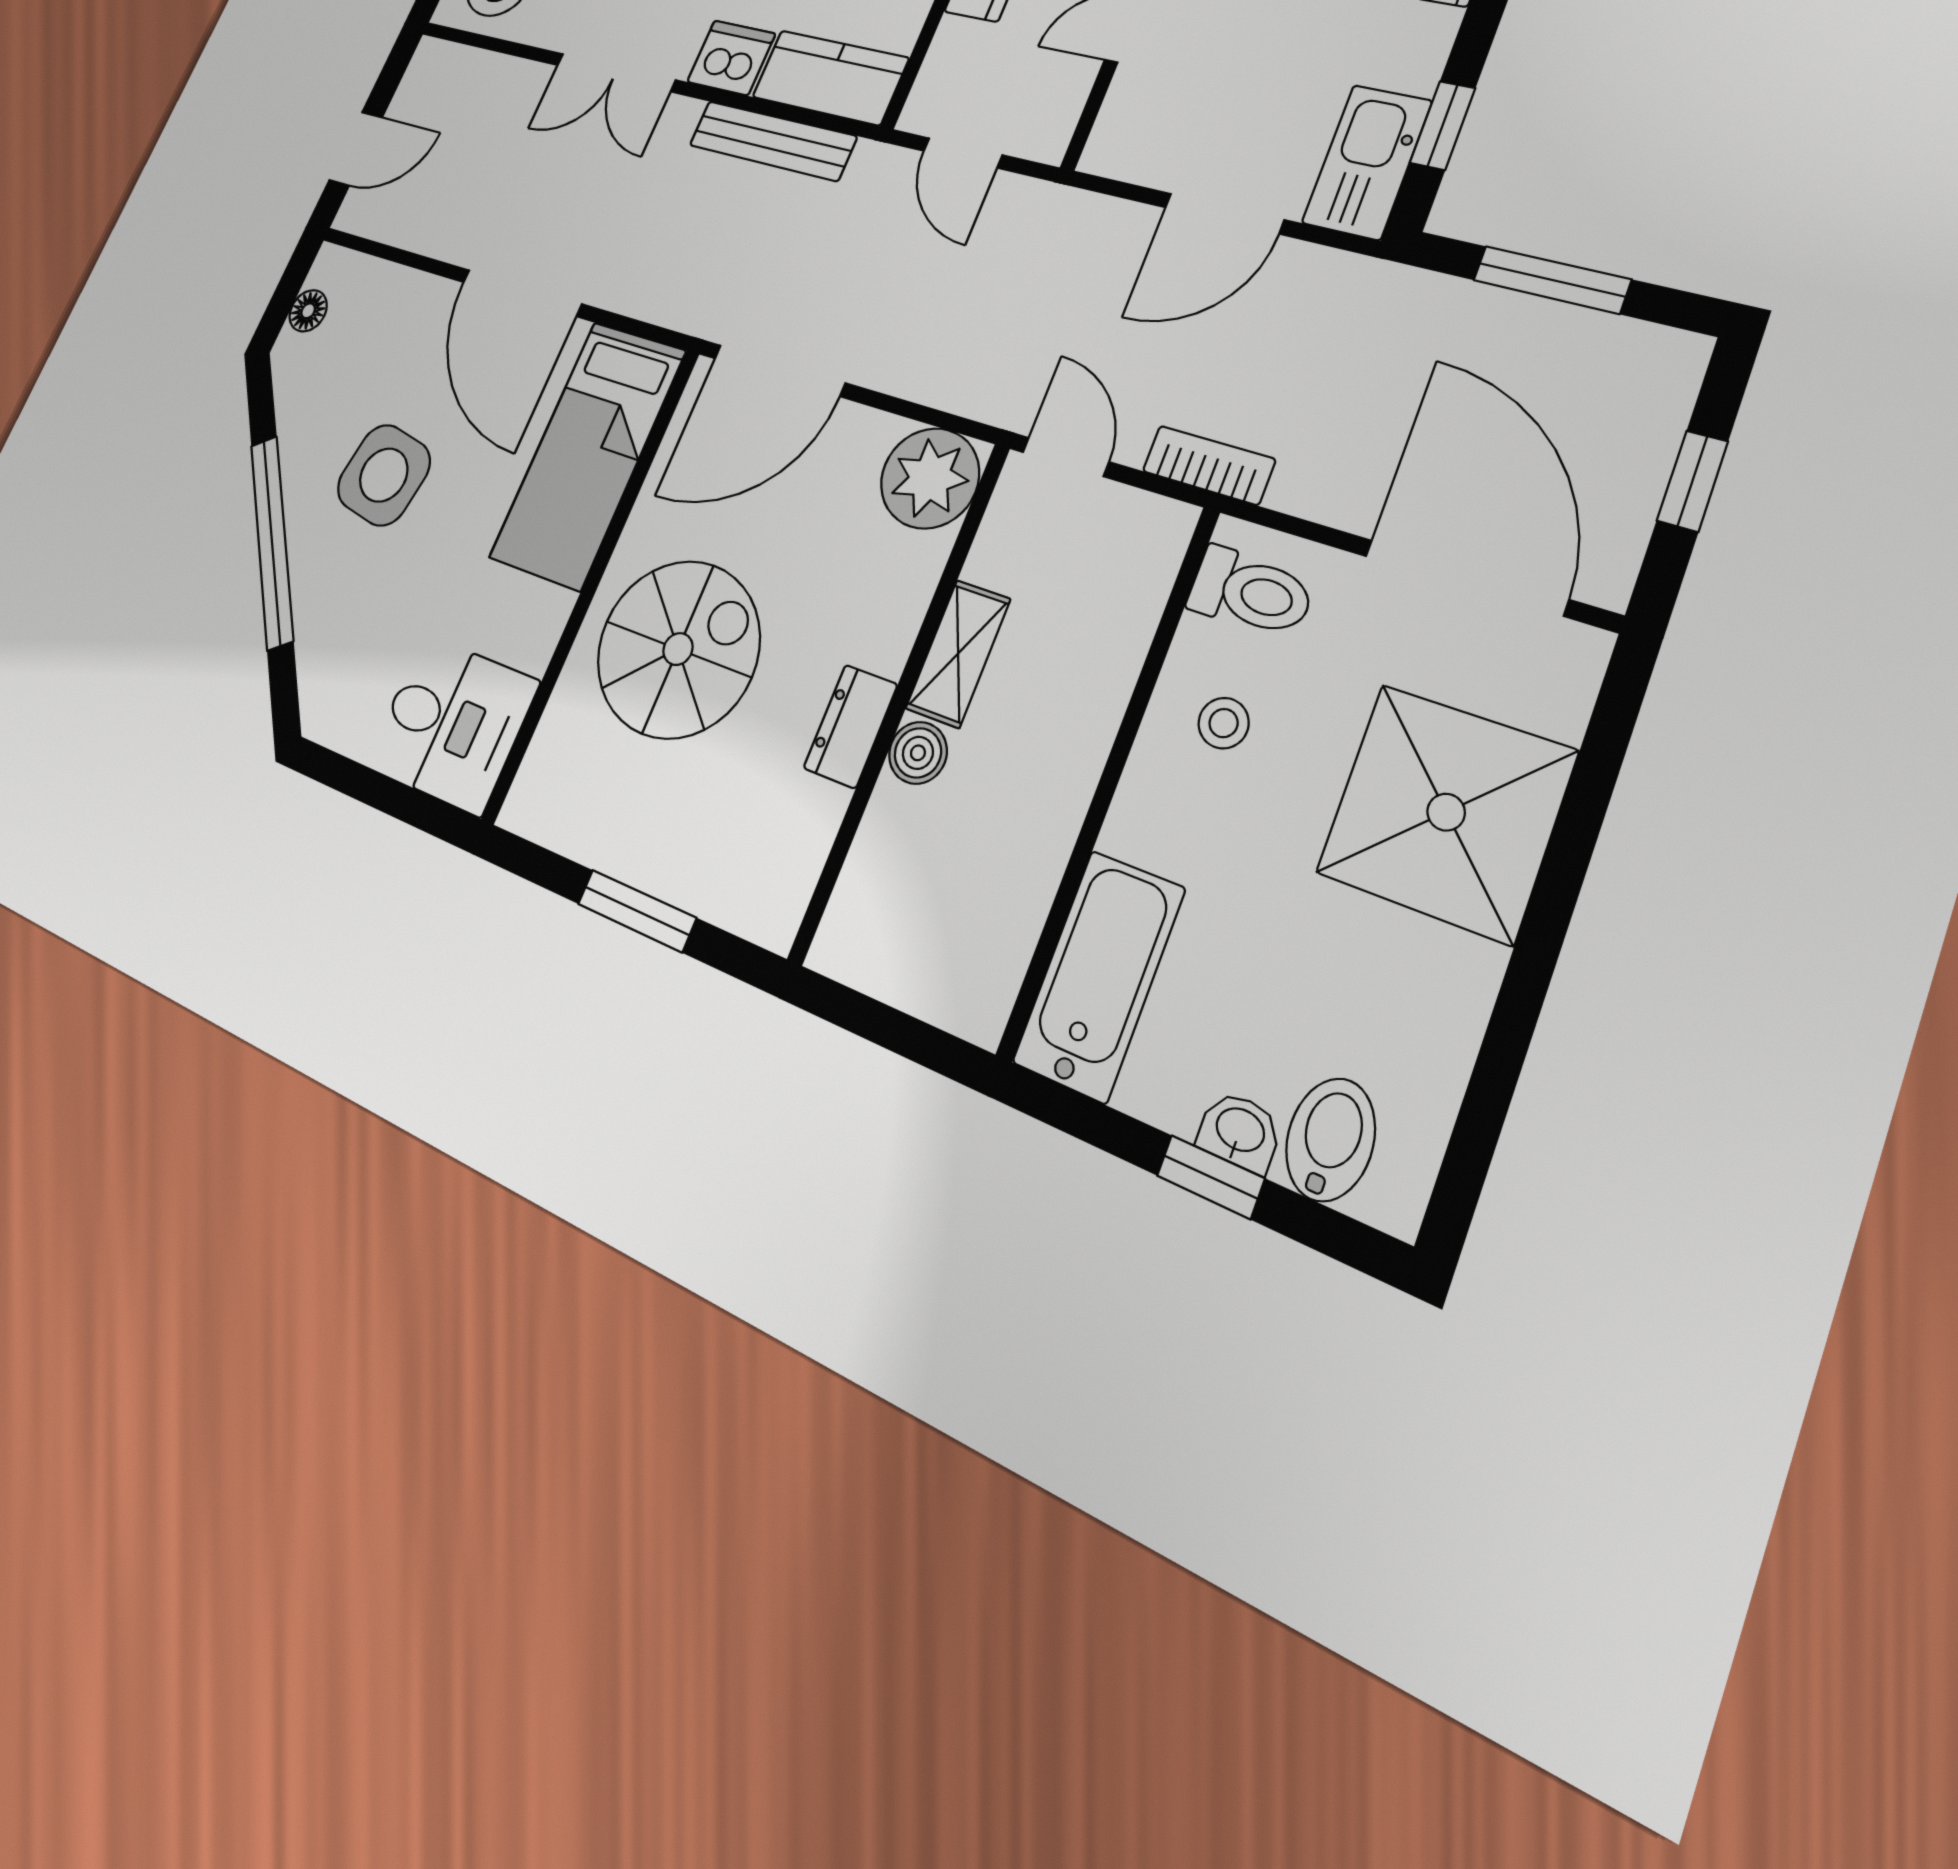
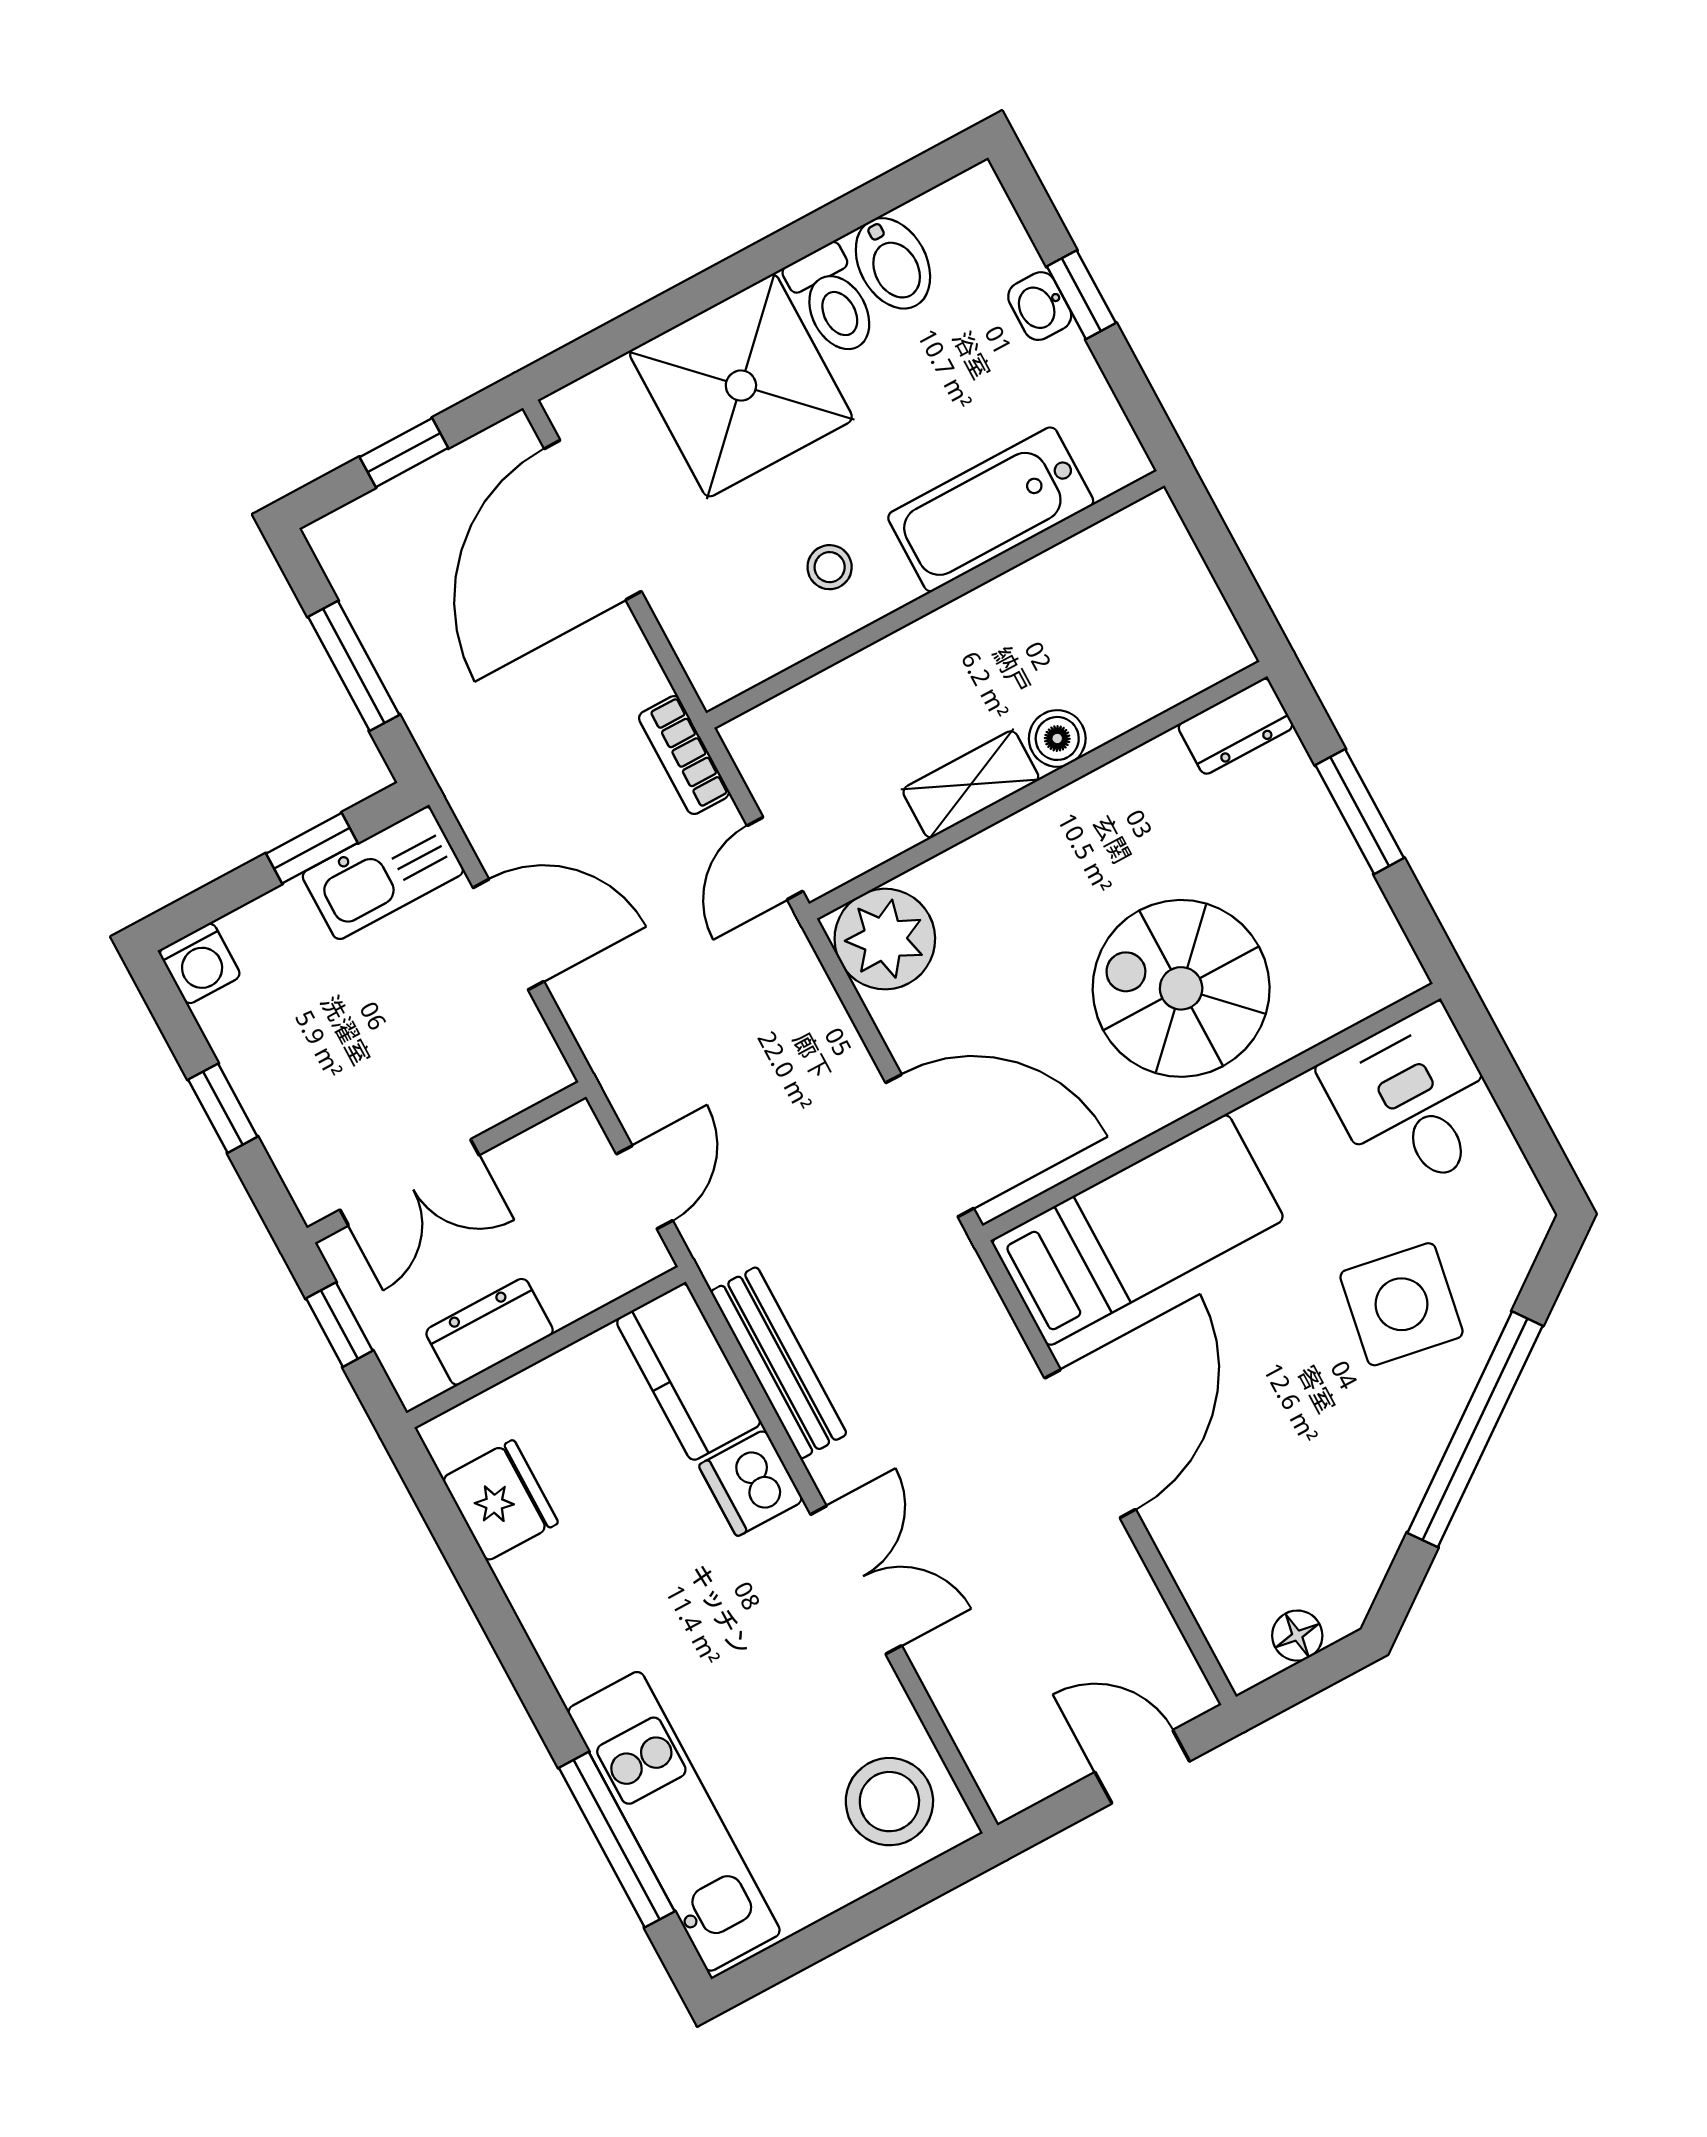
side table: (384, 475) -> (1402, 1304), moved
toilet: (1251, 592) -> (833, 301), moved, turned 180
dresser: (850, 726) -> (1236, 726), moved
bathtub: (1099, 975) -> (991, 509), moved
bidet: (1330, 1140) -> (893, 263), moved, turned -90

